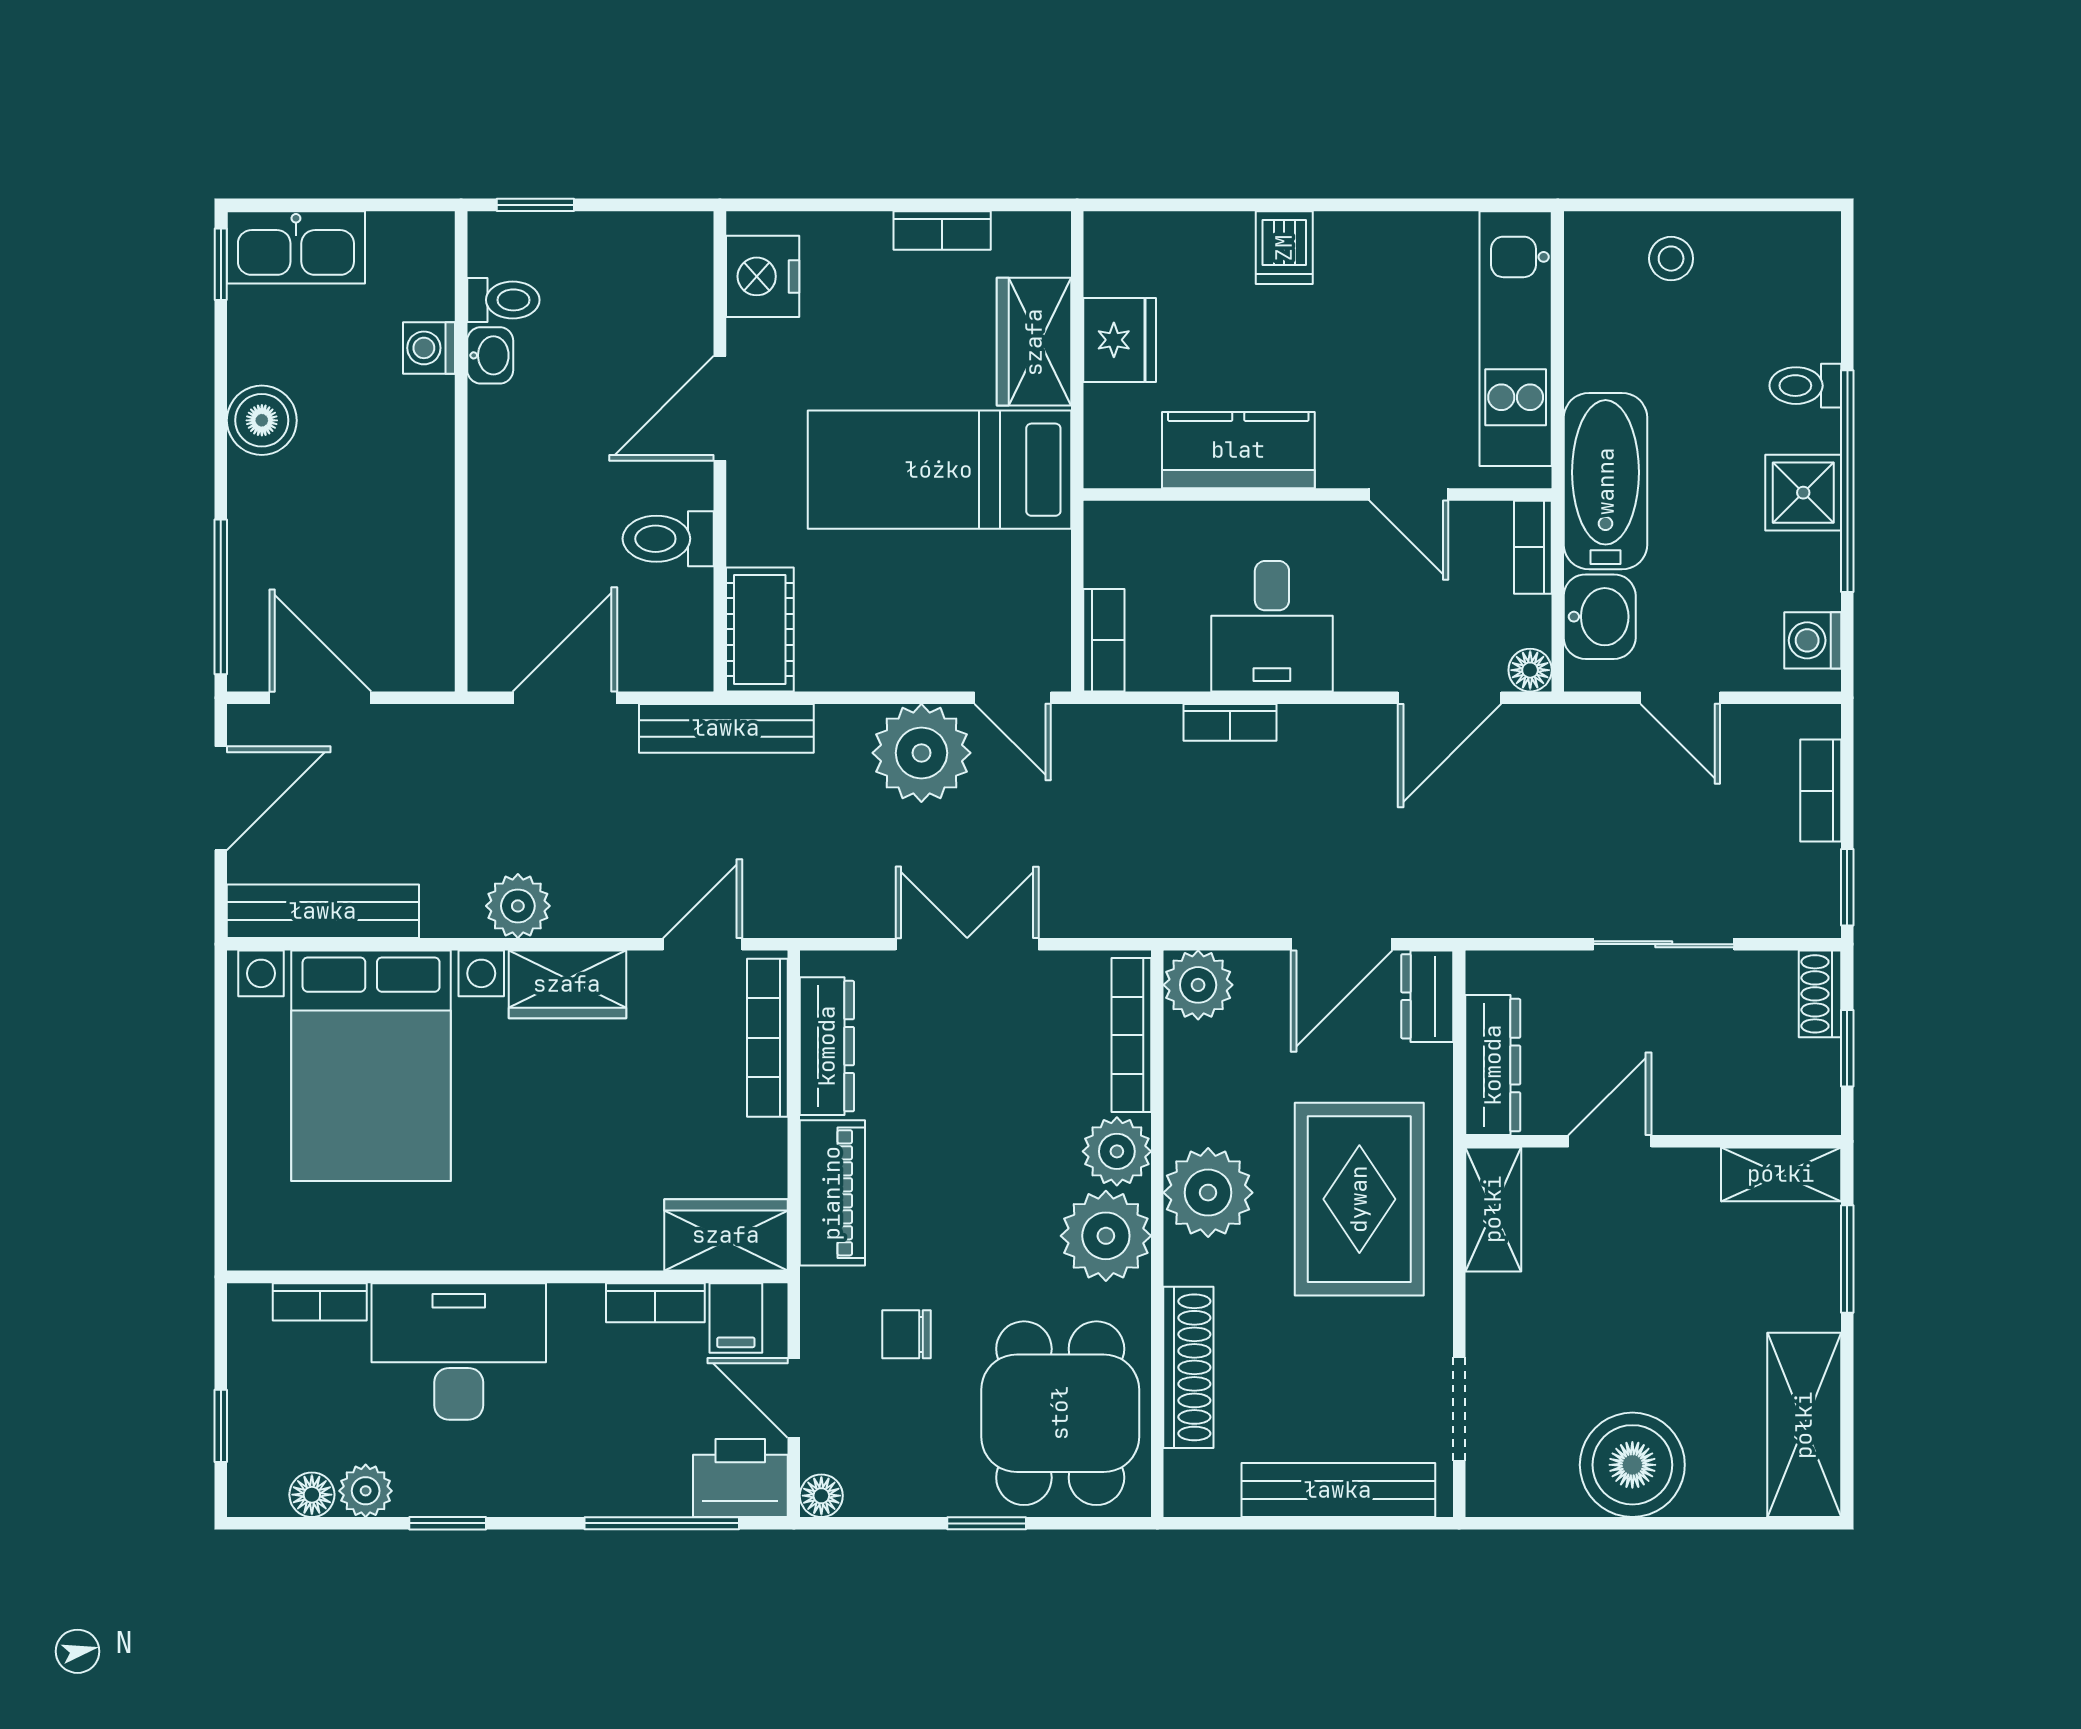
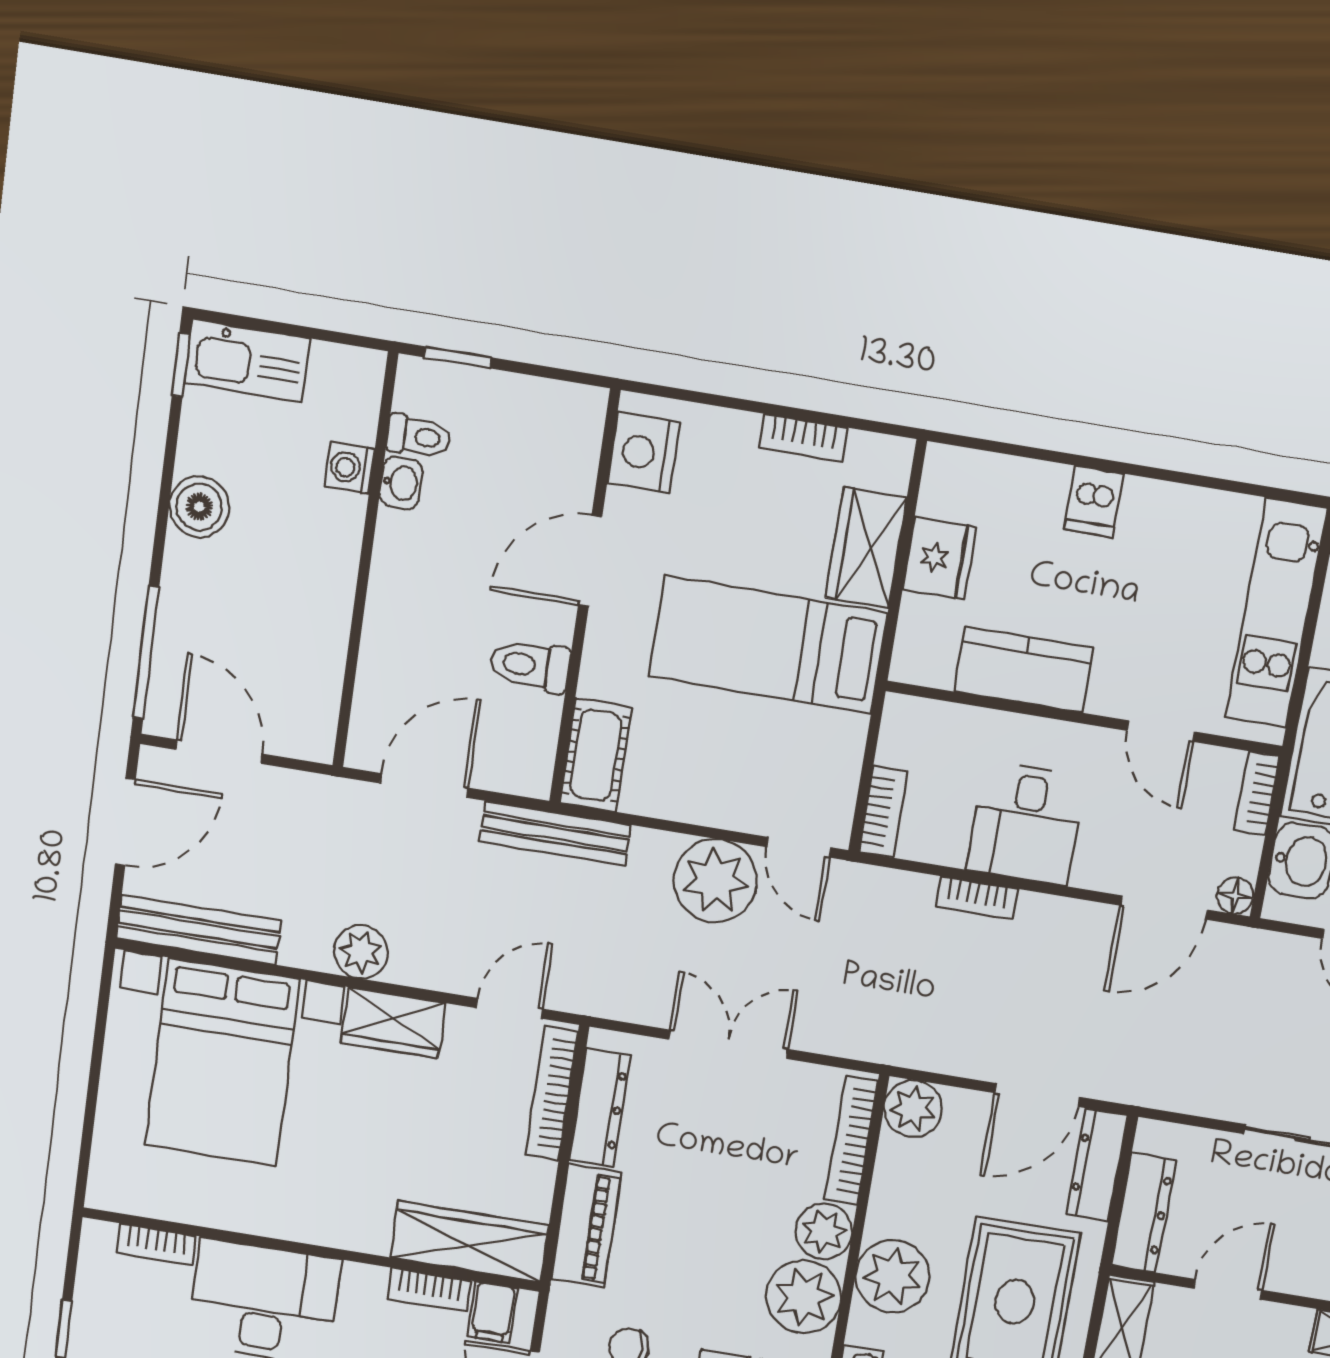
dresser: (1427, 996) -> (1097, 1165), width x1.44
wardrobe: (726, 1235) -> (469, 1241), width x1.50

